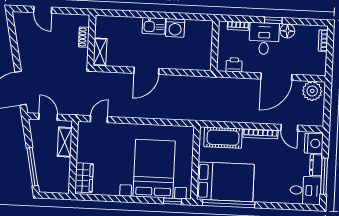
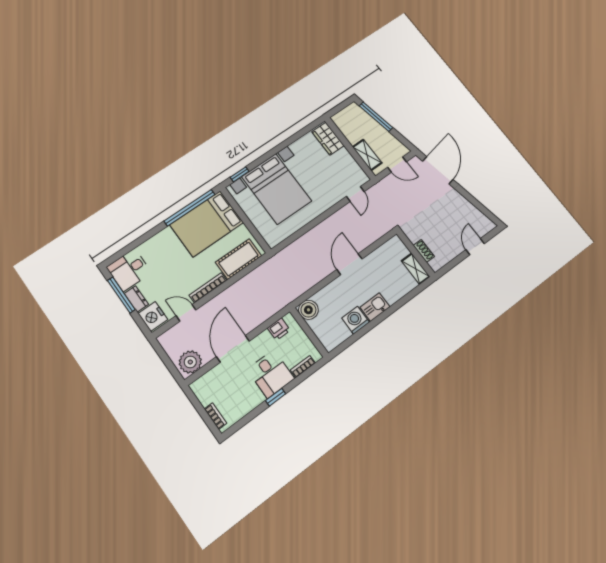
door: (43, 10) -> (475, 247), hinge flipped
floor lamp: (287, 31) -> (255, 398), removed
shelving: (100, 52) -> (416, 269), moved
boiler: (203, 62) -> (308, 310), added

